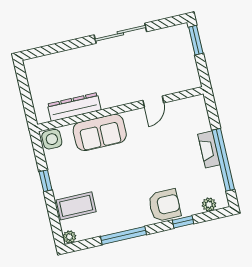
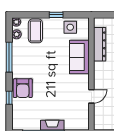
door: (153, 102) -> (91, 96), swing flipped
side table: (52, 139) -> (70, 27), moved
plant: (209, 204) -> (17, 34), moved

